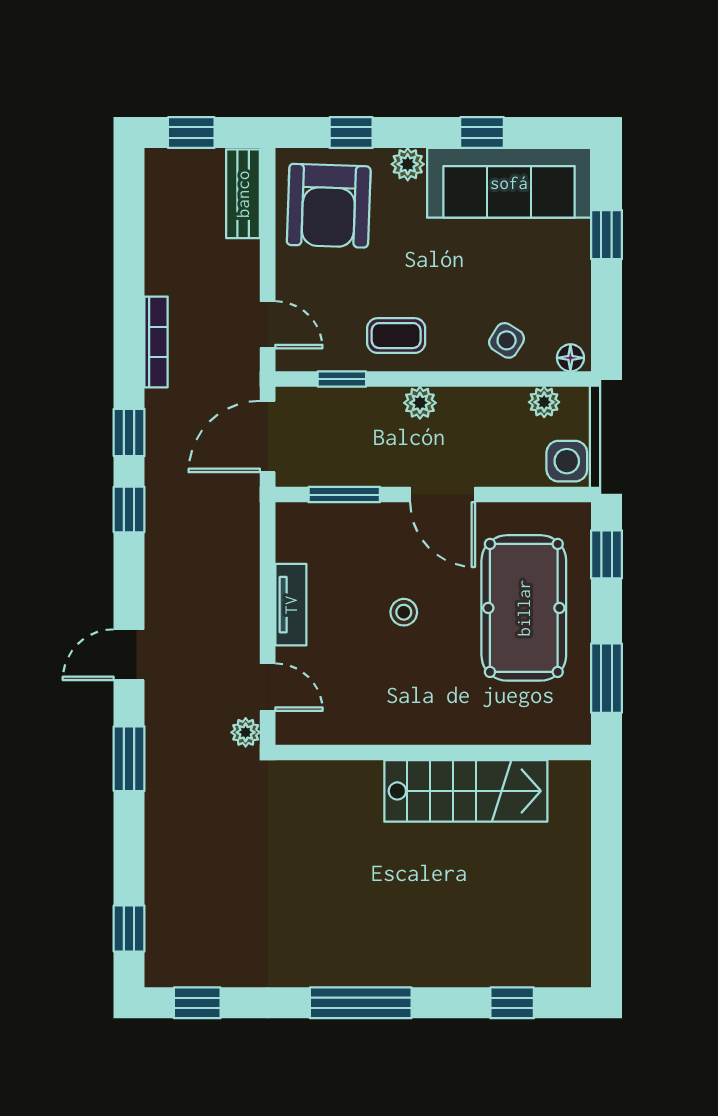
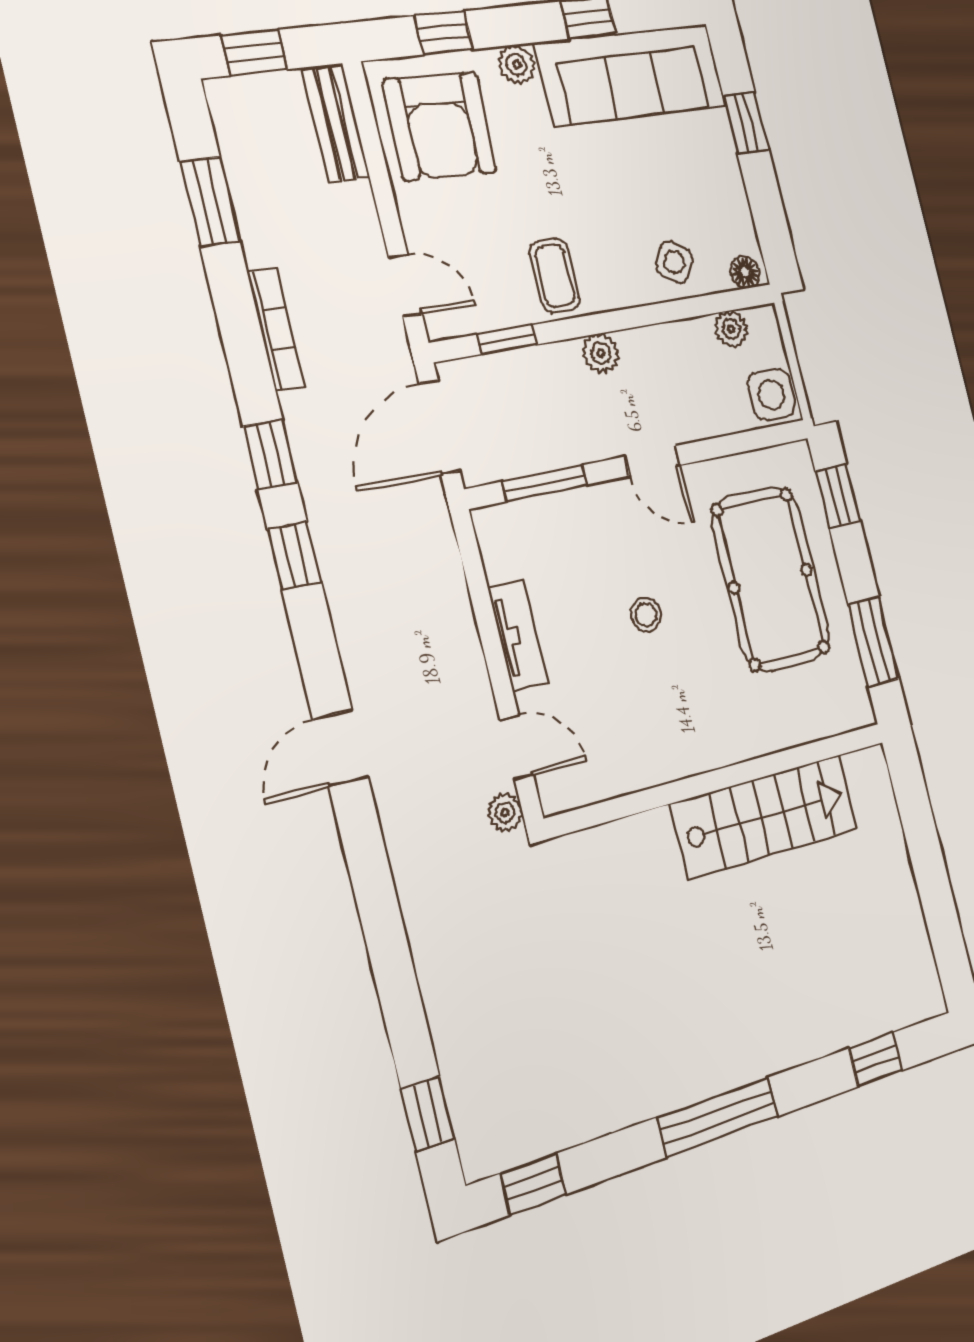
coffee table: (396, 336) -> (555, 276), turned 90
door: (443, 495) -> (653, 461), width x0.73
window: (129, 759) -> (210, 201), moved

